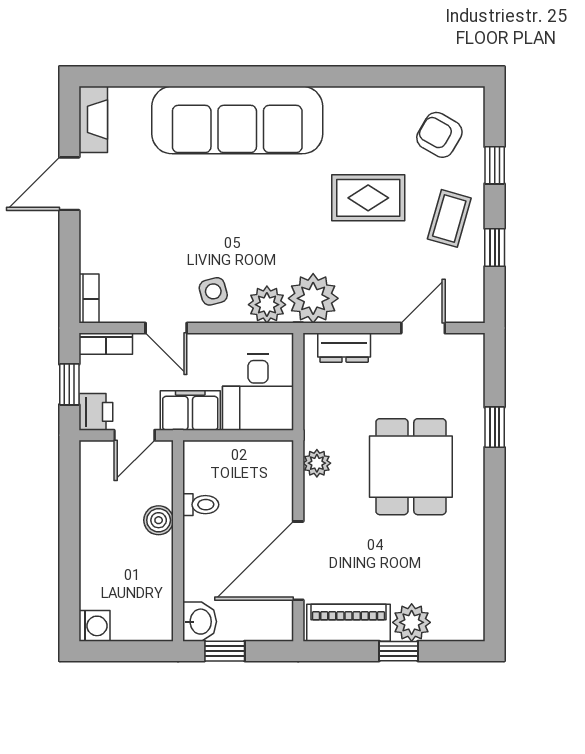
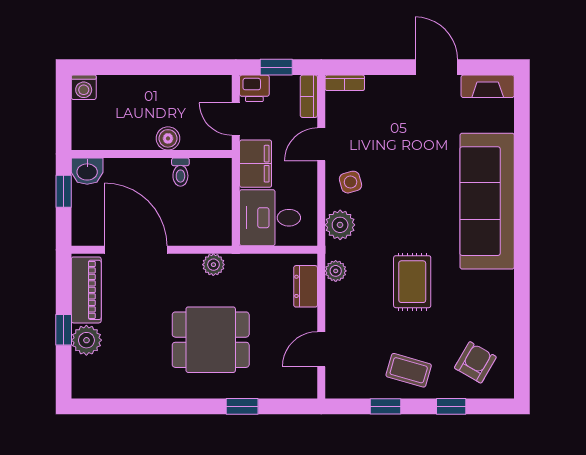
rug: (368, 198) -> (412, 282), moved
plant: (313, 298) -> (336, 271), width x0.53, depth x0.53
door: (423, 328) -> (321, 349), swing flipped

